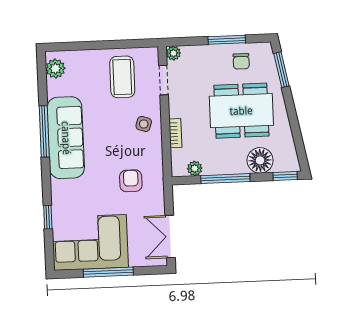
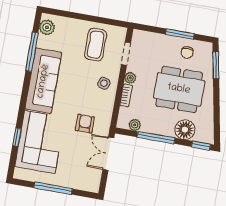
plant: (173, 53) -> (130, 78), moved
window: (44, 131) -> (32, 52), moved
double door: (170, 237) -> (108, 154), moved
corner sofa: (90, 242) -> (40, 142), moved, turned 90

